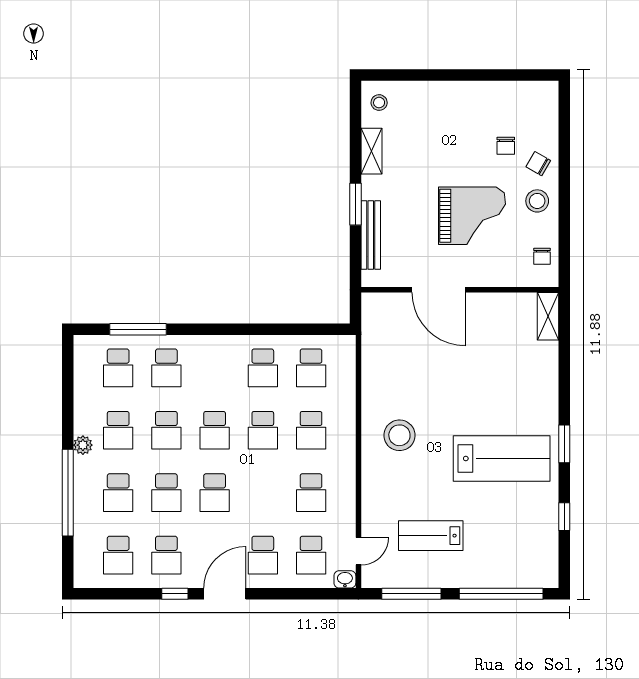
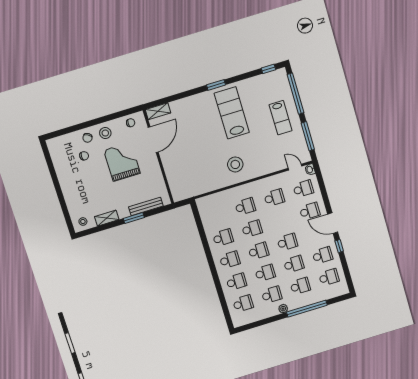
door: (439, 290) -> (153, 140), moved
window: (138, 329) -> (223, 300), removed
school desk: (311, 368) -> (230, 260), moved
window: (564, 517) -> (268, 69), moved
lab bench: (431, 536) -> (281, 118), moved

